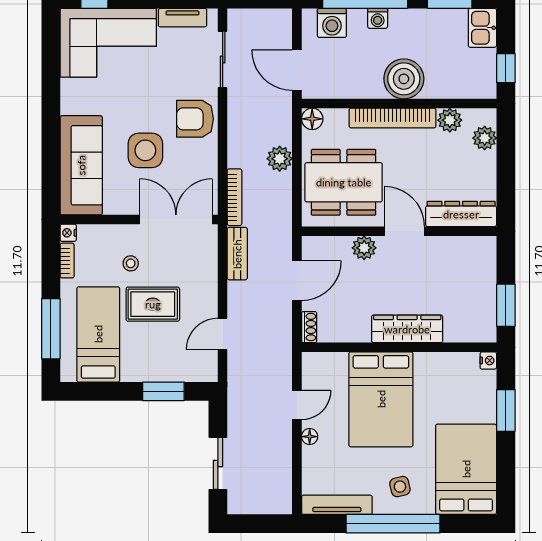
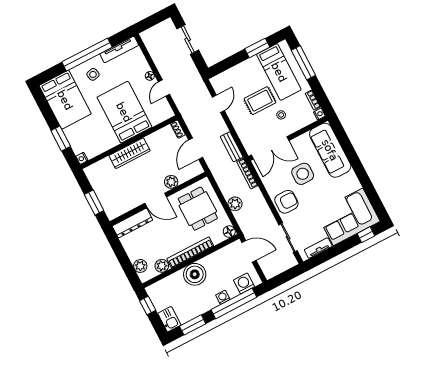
dining table: (344, 182) -> (198, 209), width x0.73
window: (506, 305) -> (94, 203), moved
window: (163, 391) -> (257, 48), moved

